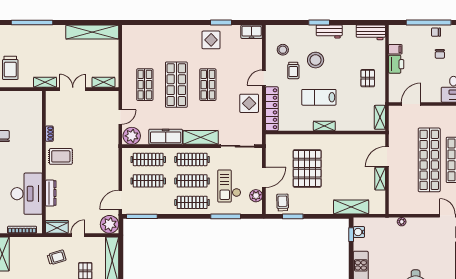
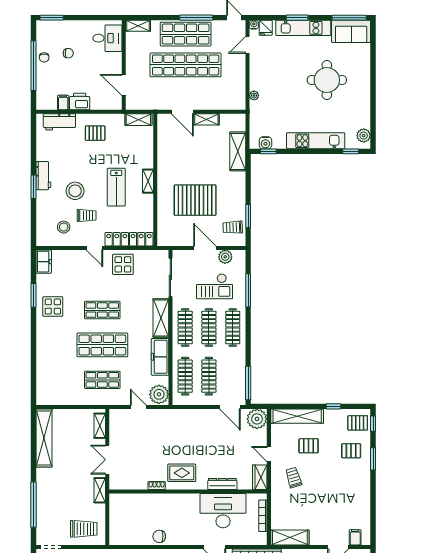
workbench: (371, 32) -> (59, 122), moved, turned 90
rug: (61, 156) -> (182, 473), turned 90

